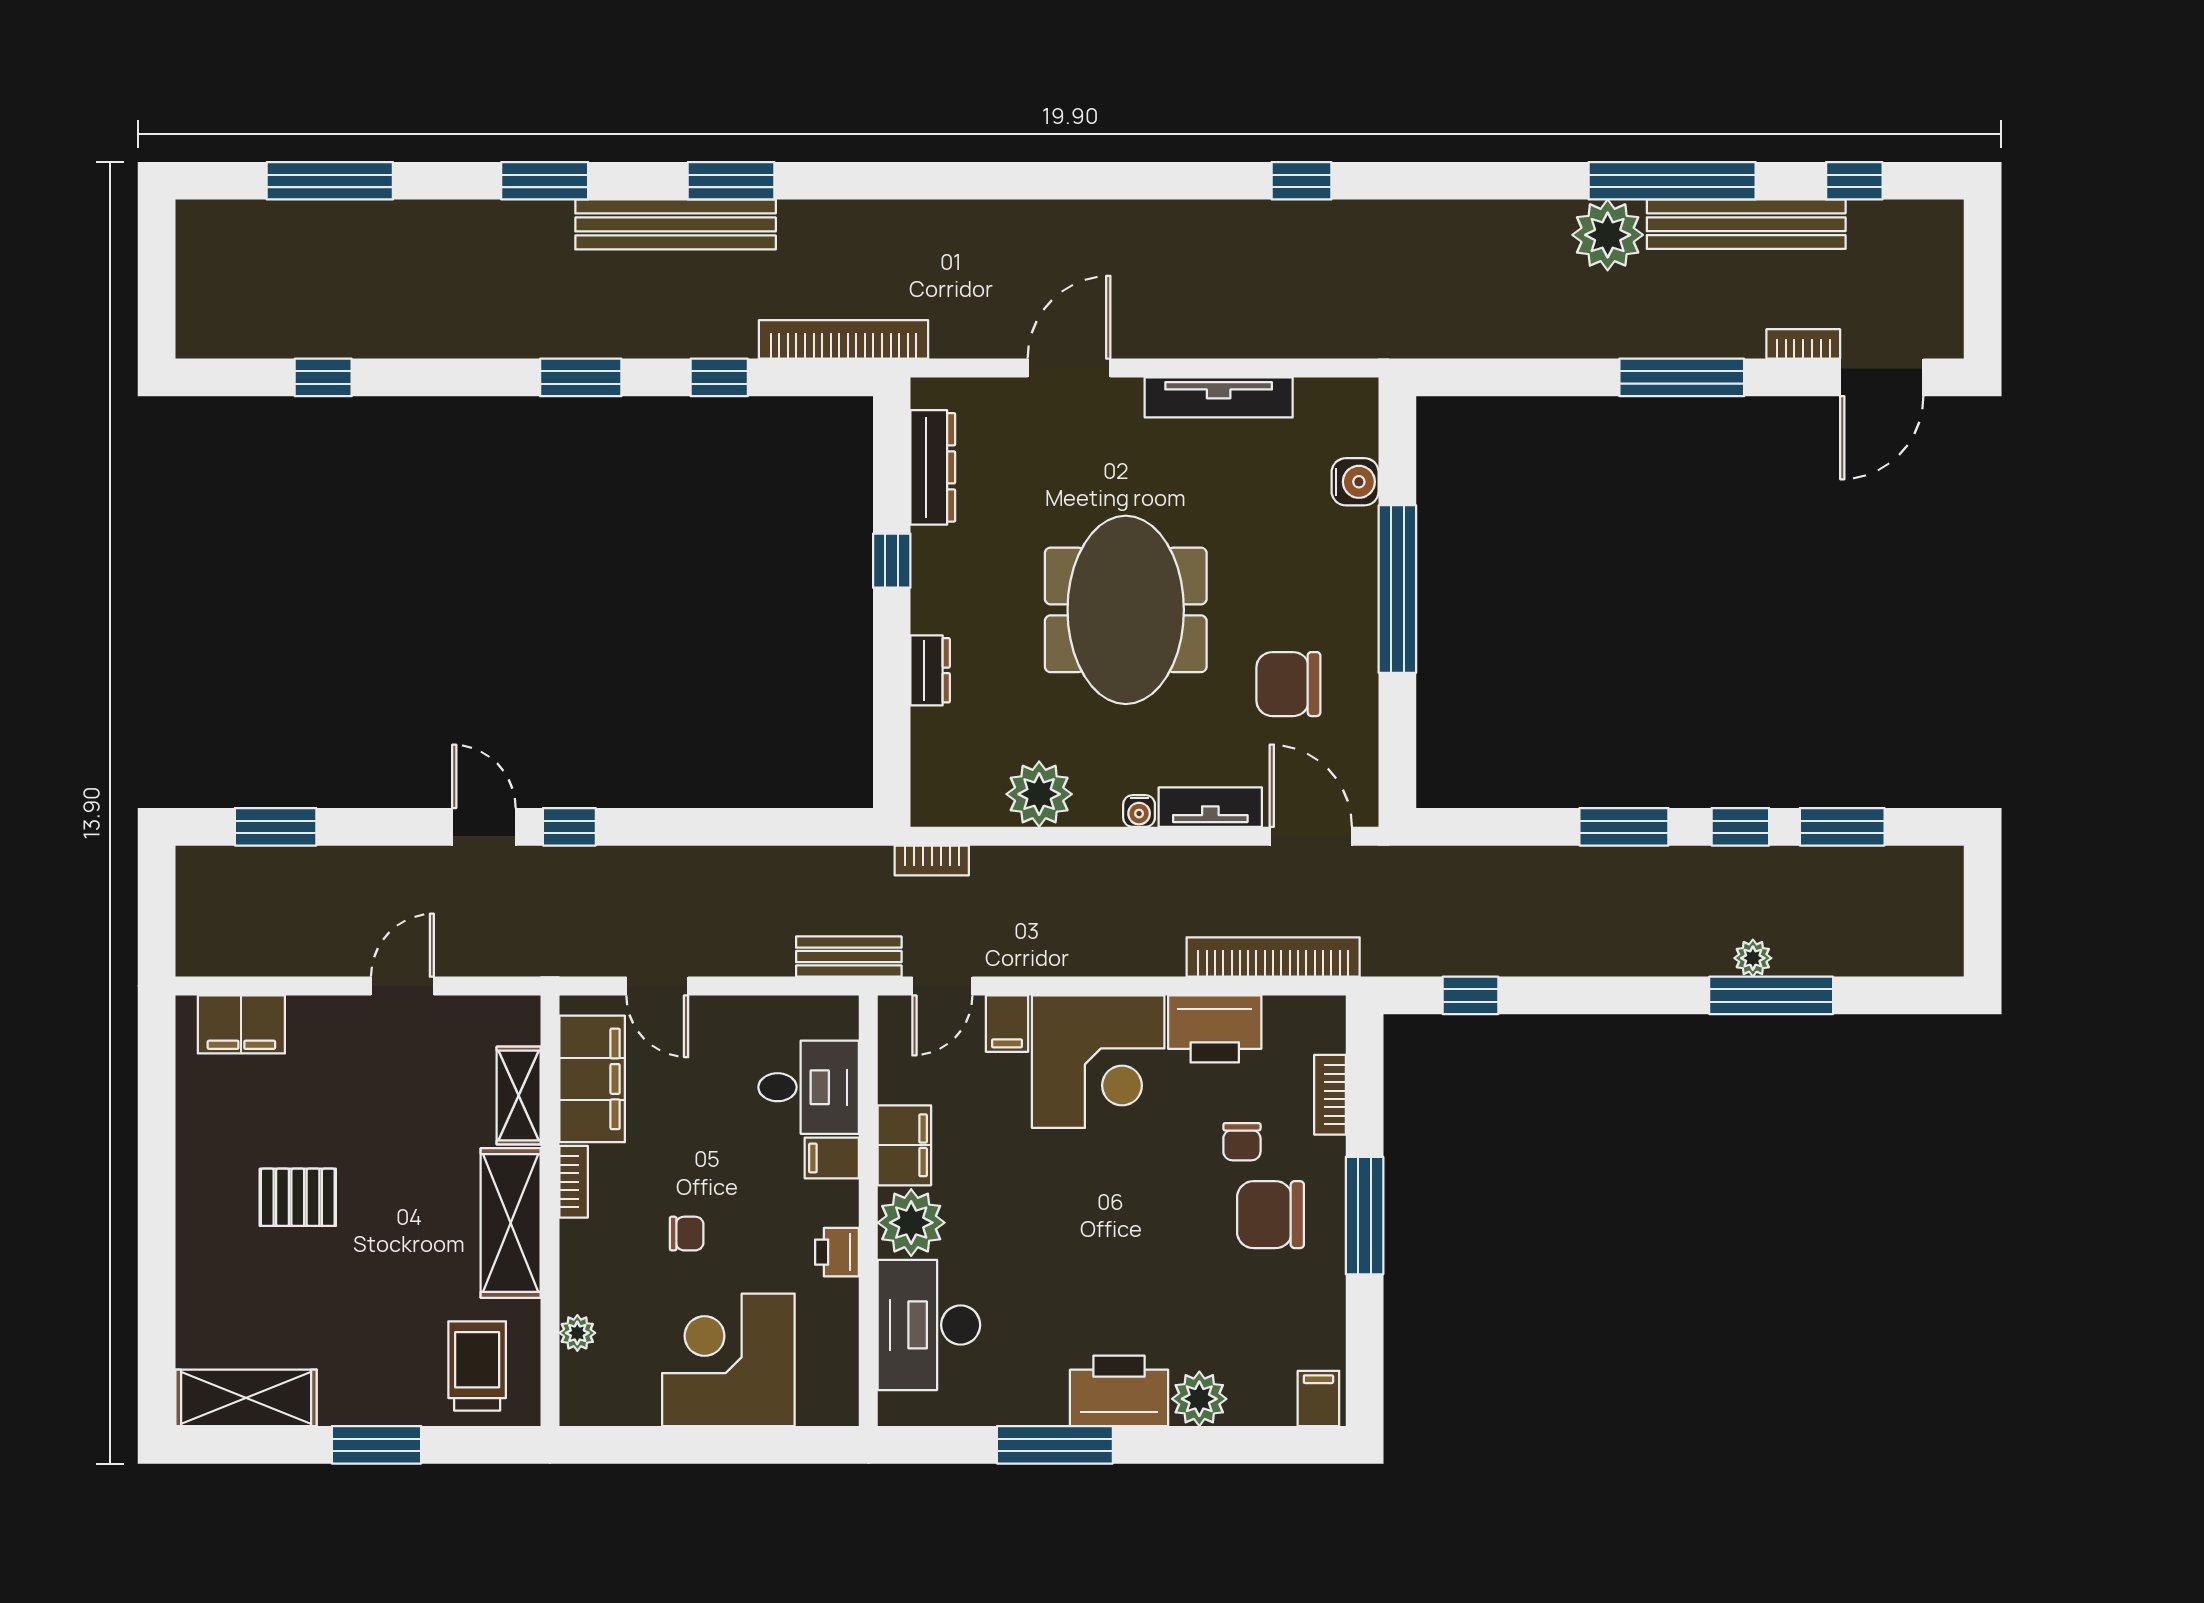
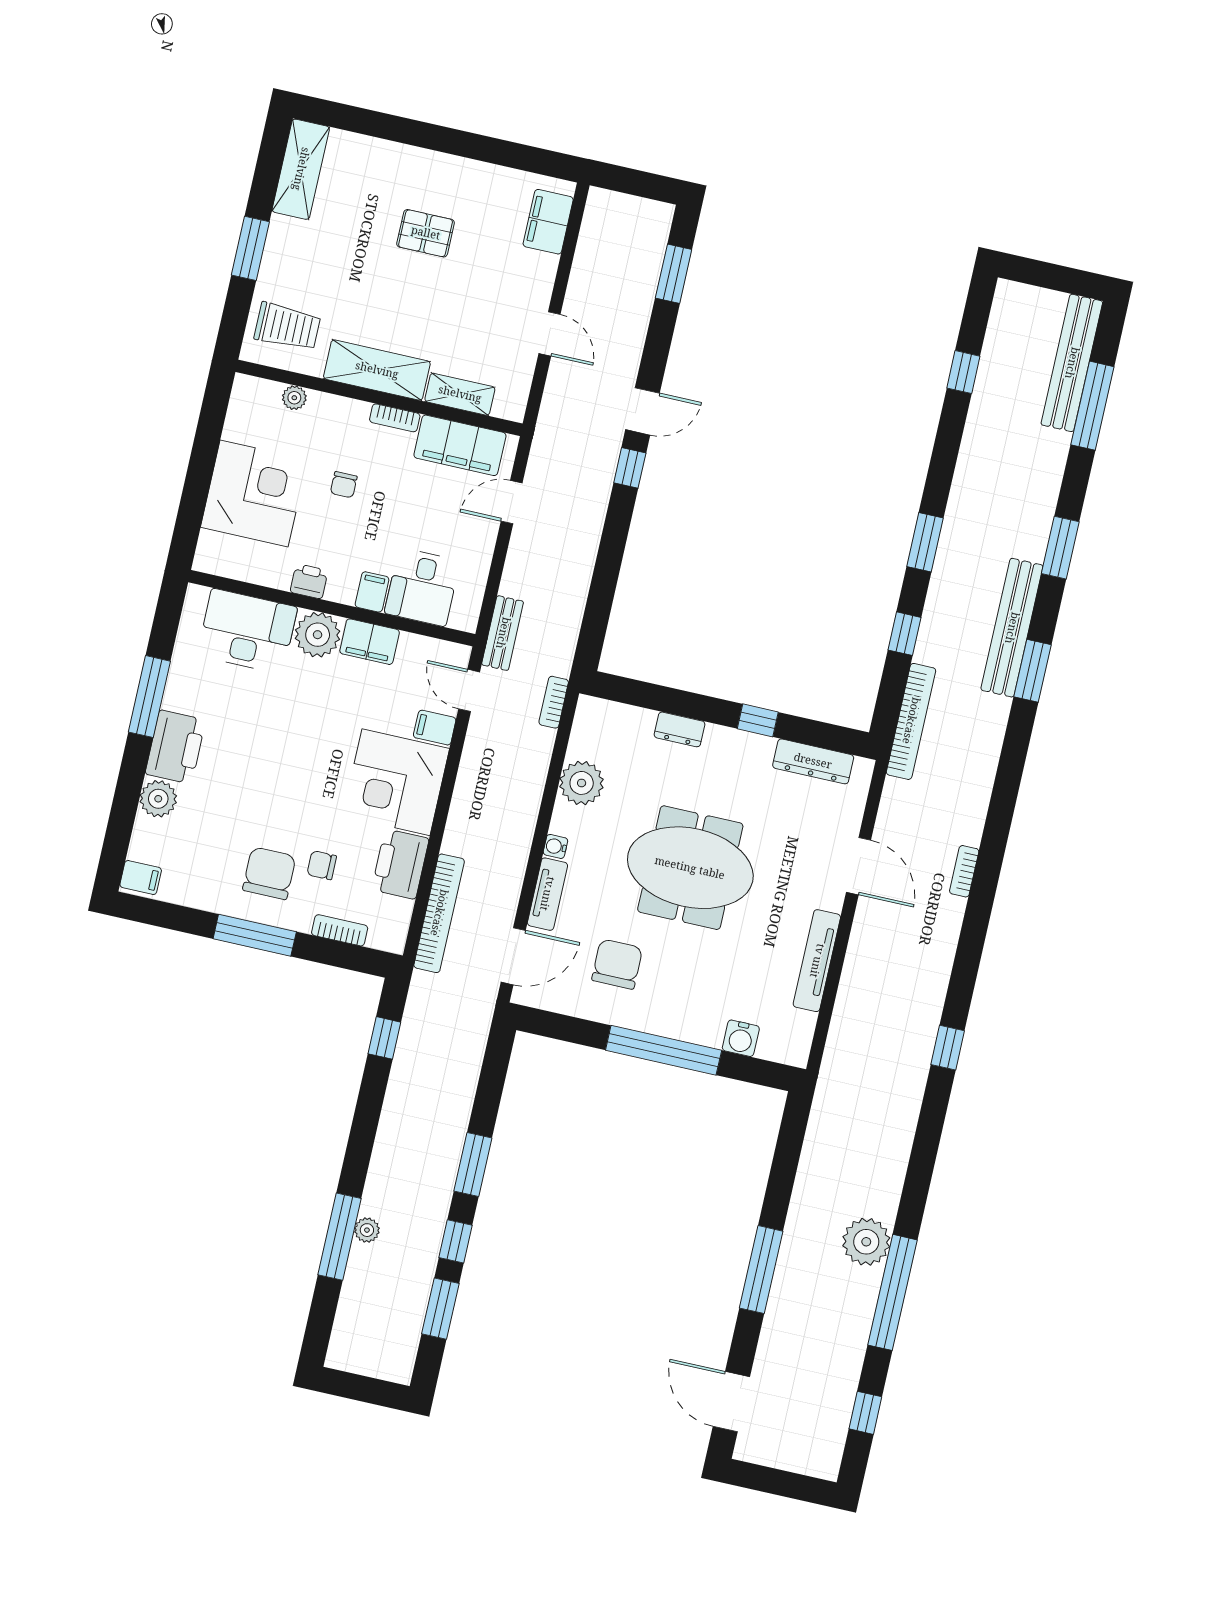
bench: (1746, 224) -> (1072, 363), moved
bookcase: (1803, 344) -> (964, 871), moved, turned 180
pallet: (298, 1197) -> (426, 233), turned 90

